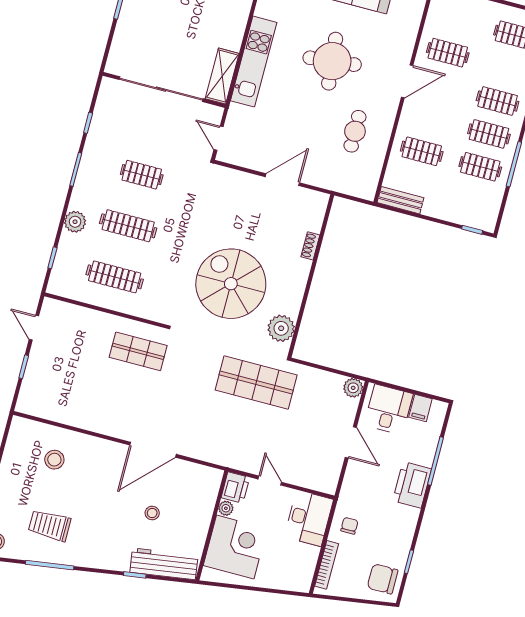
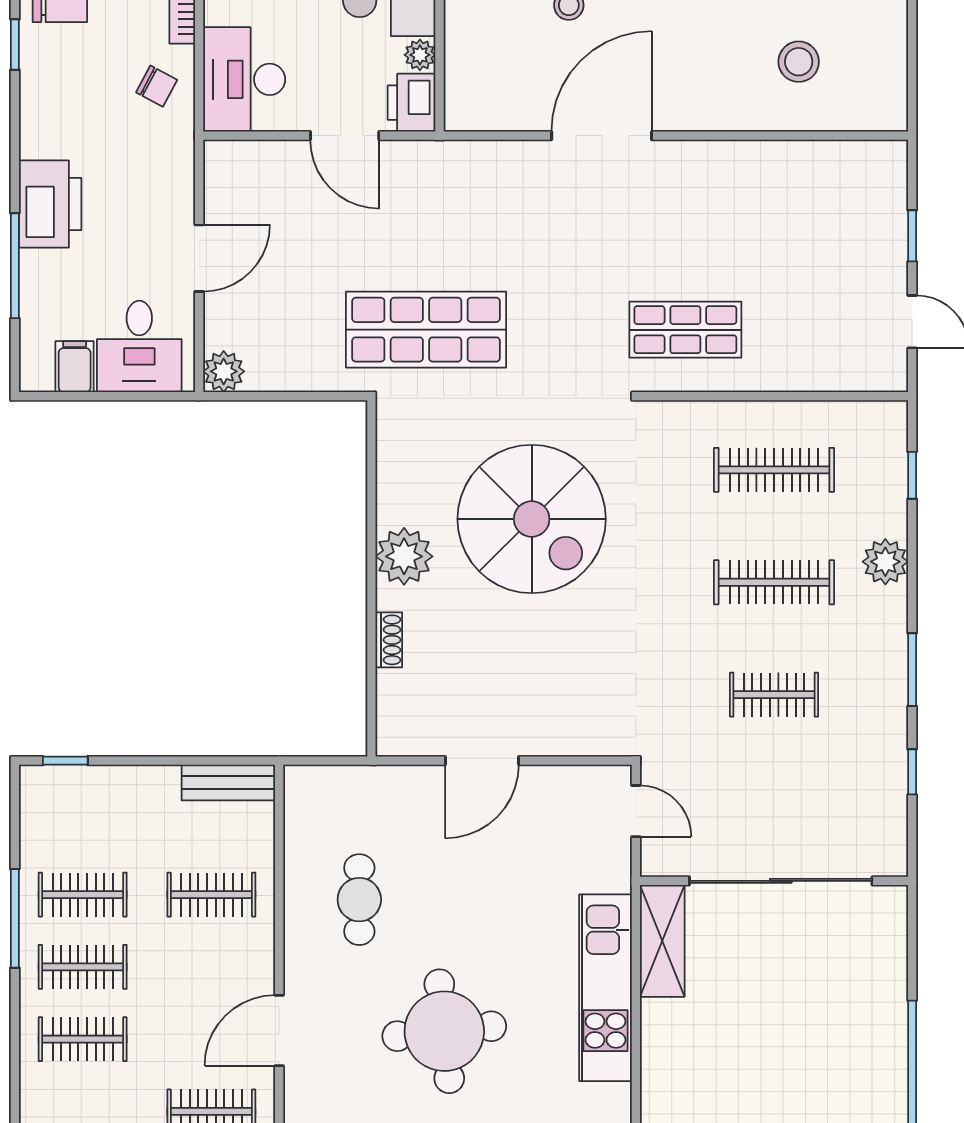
plant: (281, 328) -> (404, 556), moved
door: (351, 442) -> (199, 258), swing flipped
door: (270, 481) -> (345, 136), width x1.37
chair: (349, 526) -> (157, 86), turned -62

